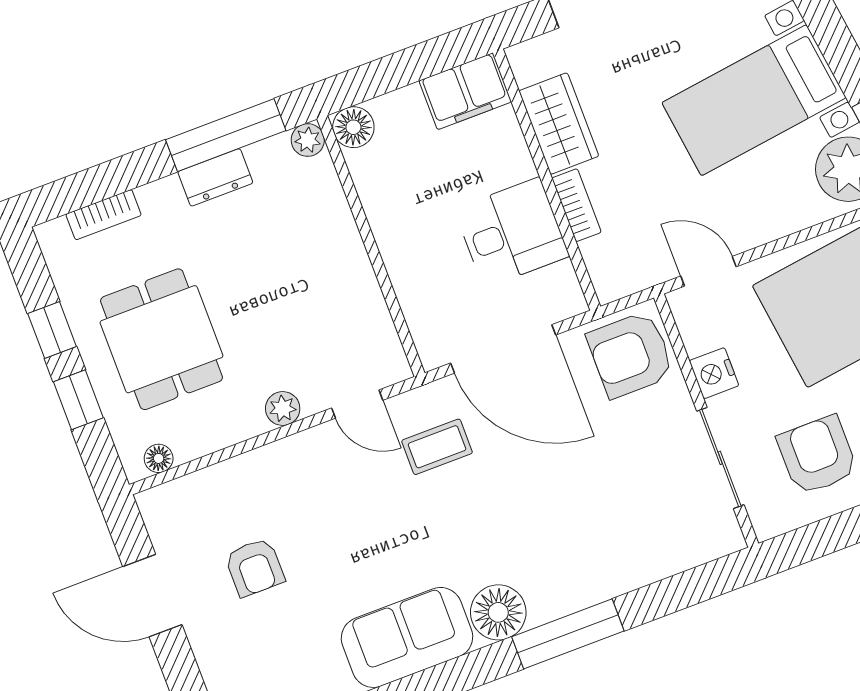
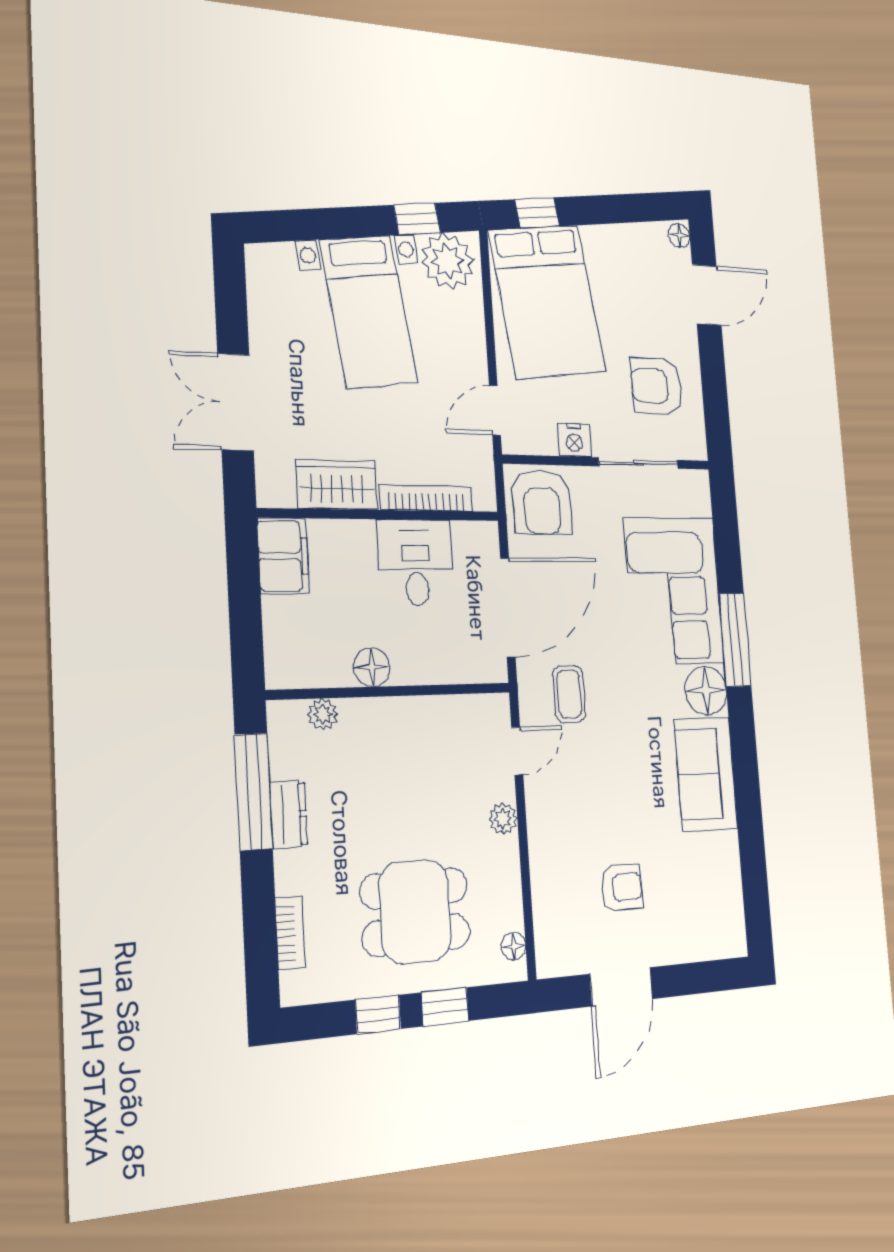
floor lamp: (353, 127) -> (372, 667), moved
plant: (308, 140) -> (323, 714), moved
bookcase: (576, 205) -> (426, 498), width x1.56
corner sofa: (595, 542) -> (674, 591), added

